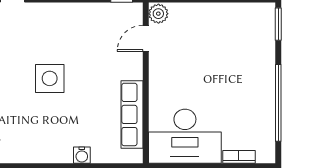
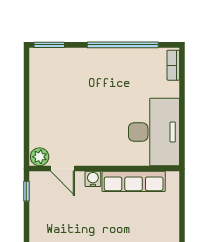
water cooler: (82, 155) -> (93, 179), moved, turned -90
bookcase: (239, 157) -> (173, 65), moved

